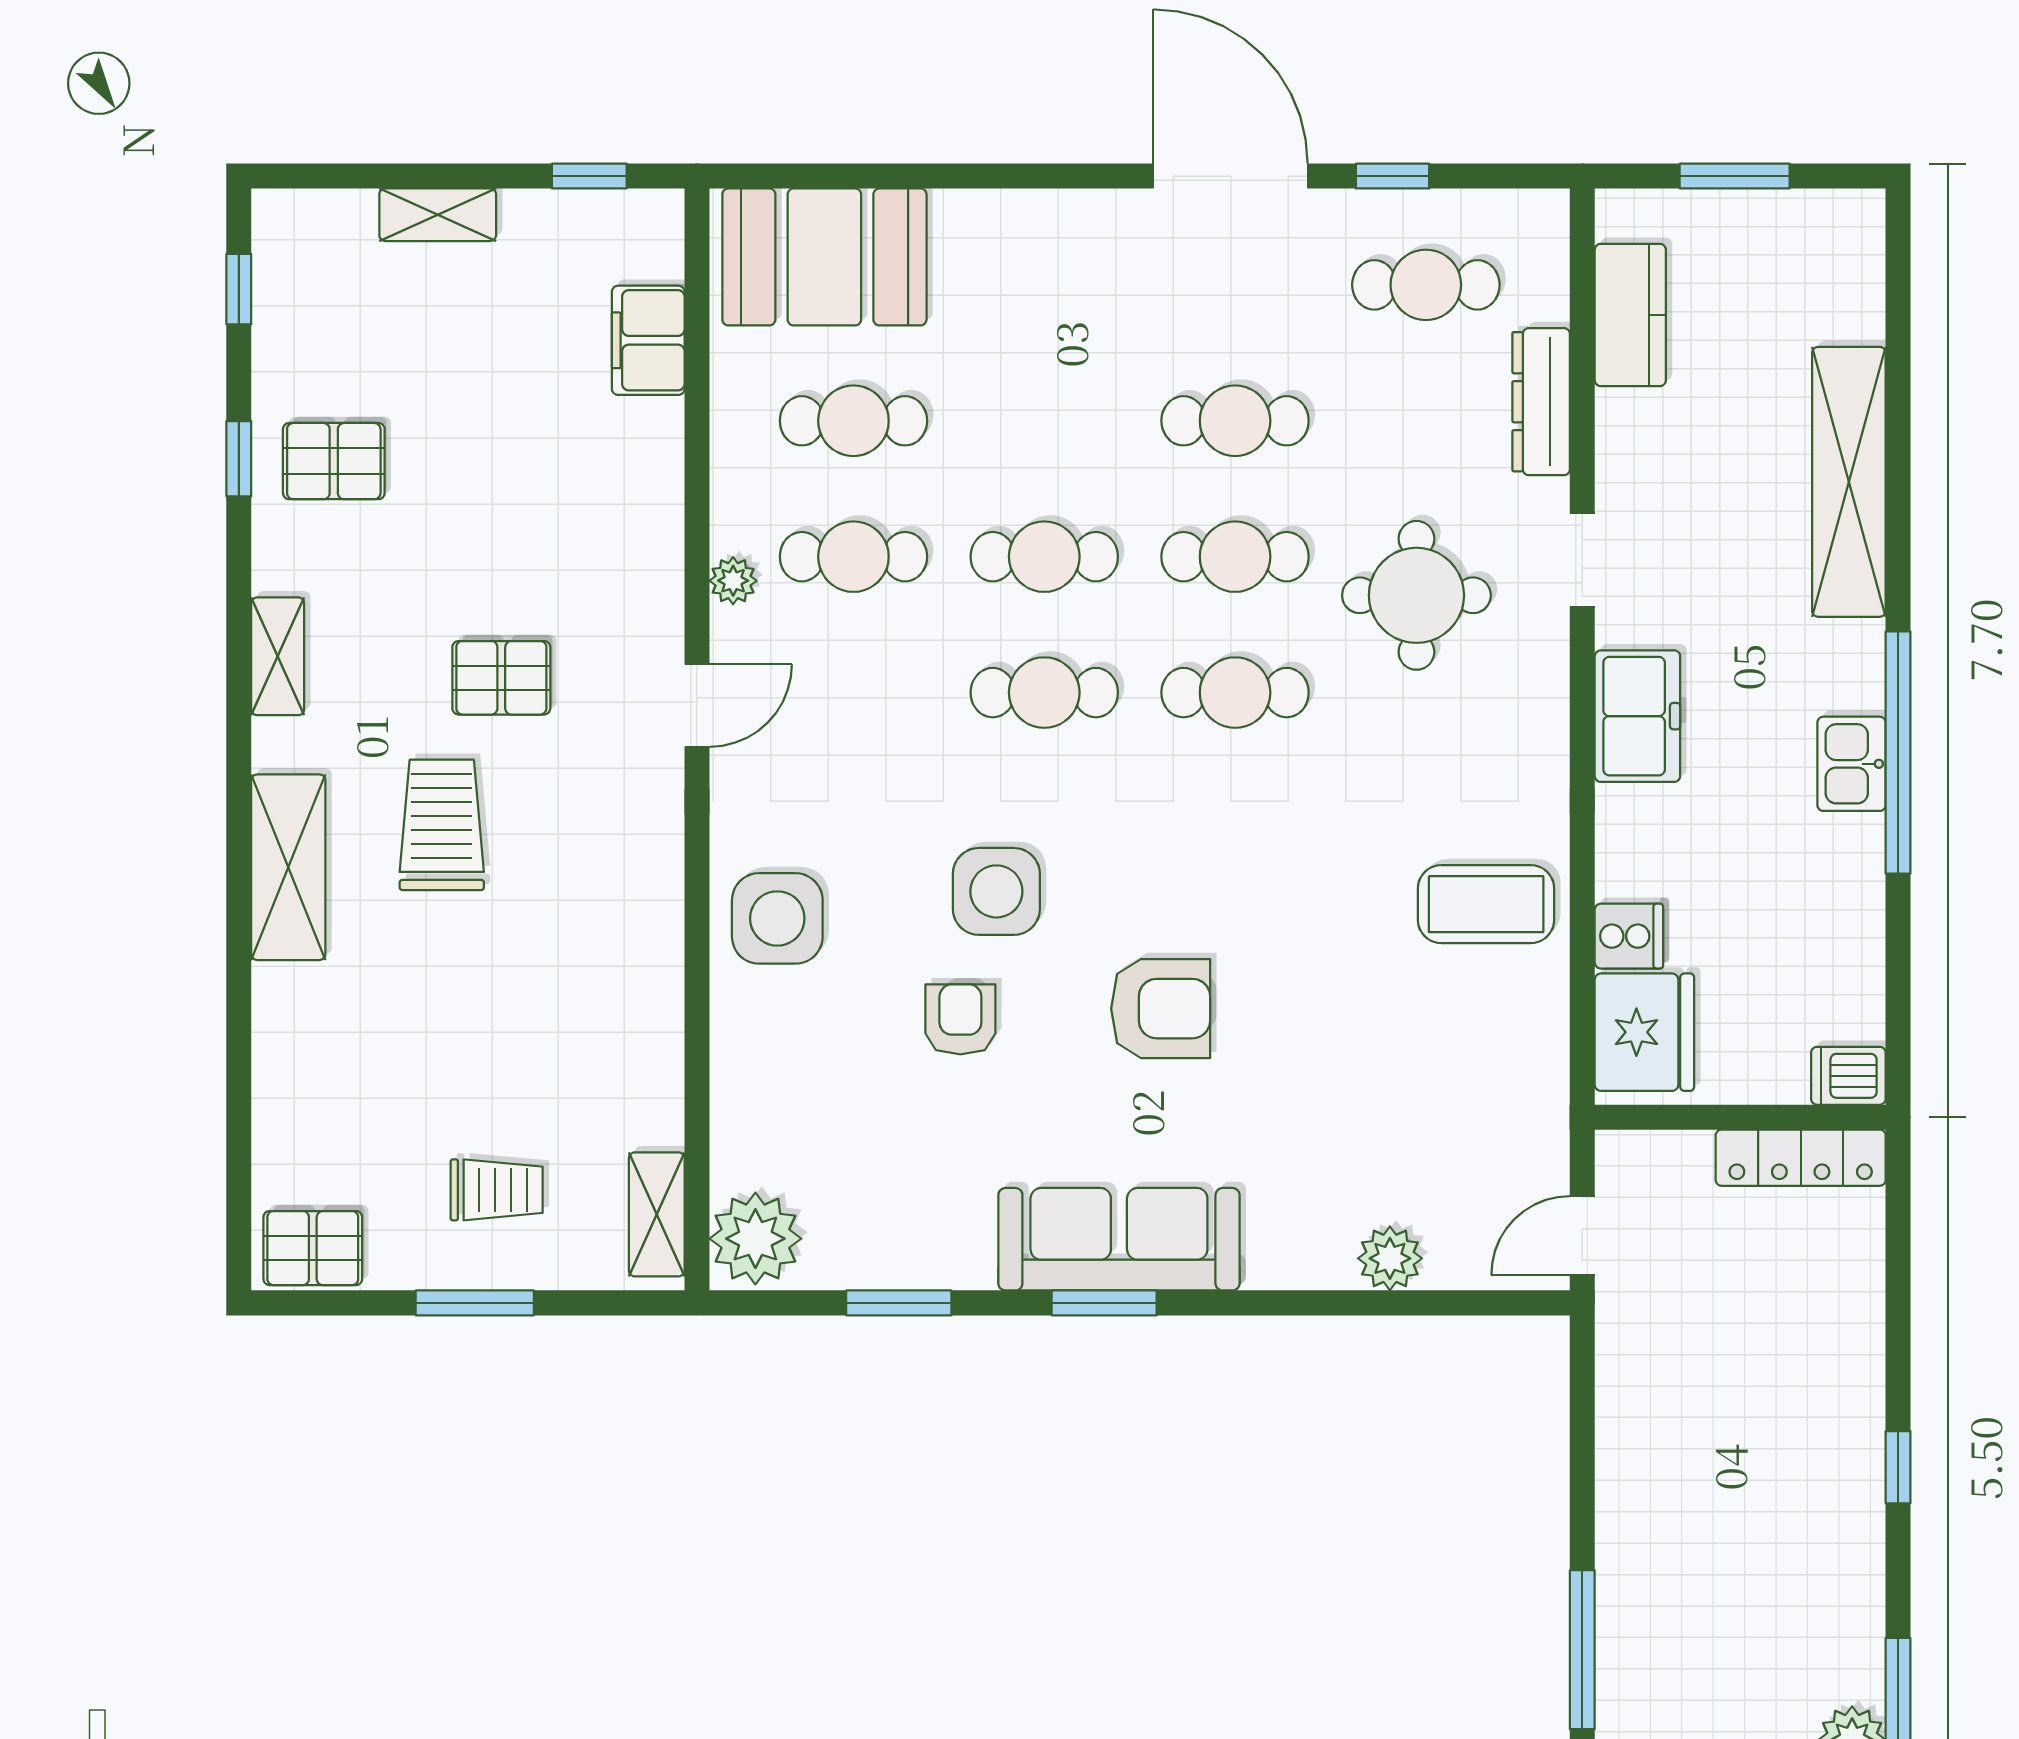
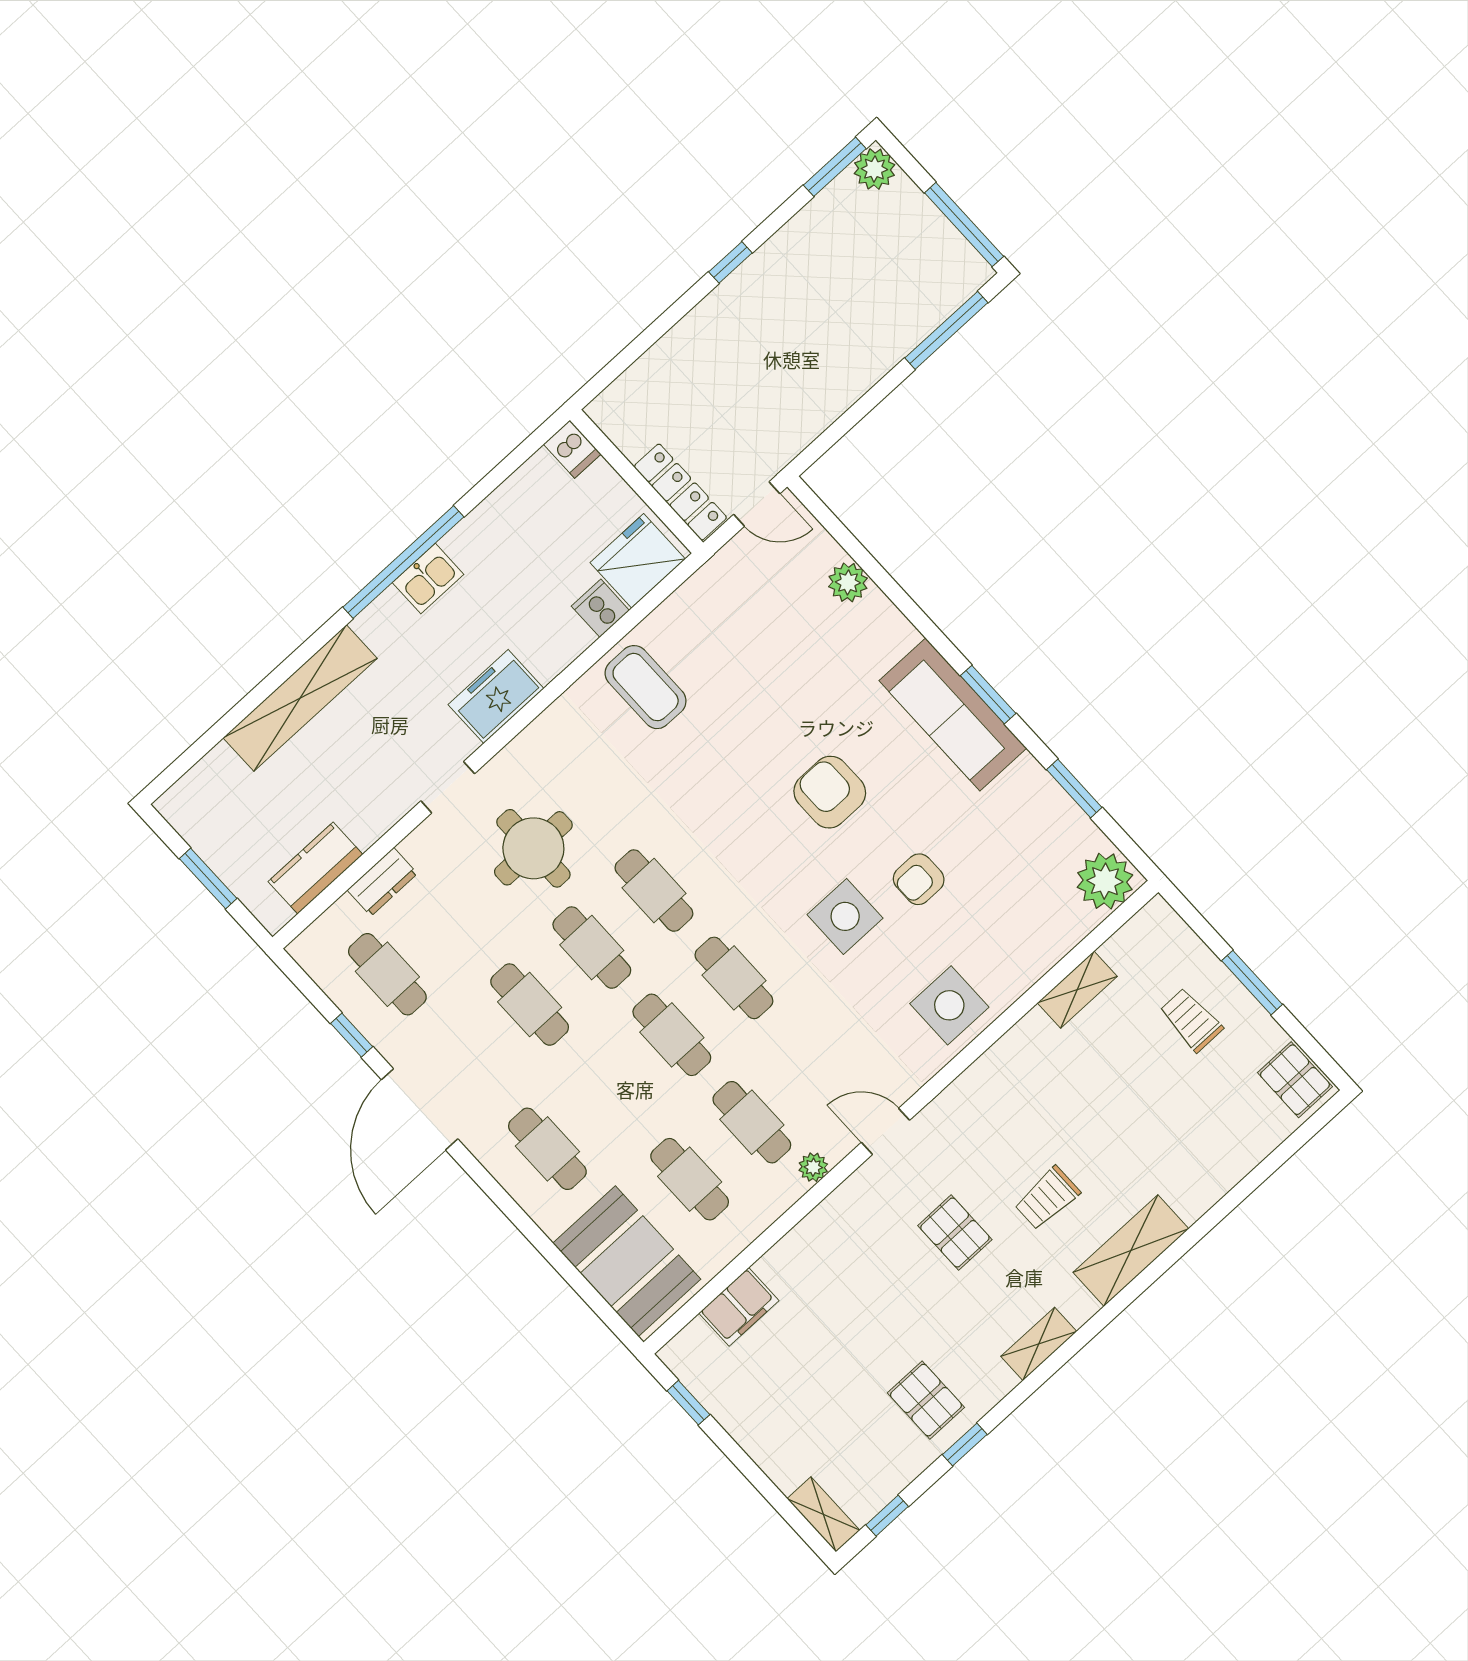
shelving: (438, 215) -> (823, 1514), moved
cafe table: (1044, 285) -> (547, 1149), added
dresser: (1541, 402) -> (382, 882), width x0.70
trolley: (442, 825) -> (1047, 1198), width x0.73, depth x0.72
locker: (1801, 1158) -> (680, 492), moved
shelving: (657, 1214) -> (1077, 990), moved

